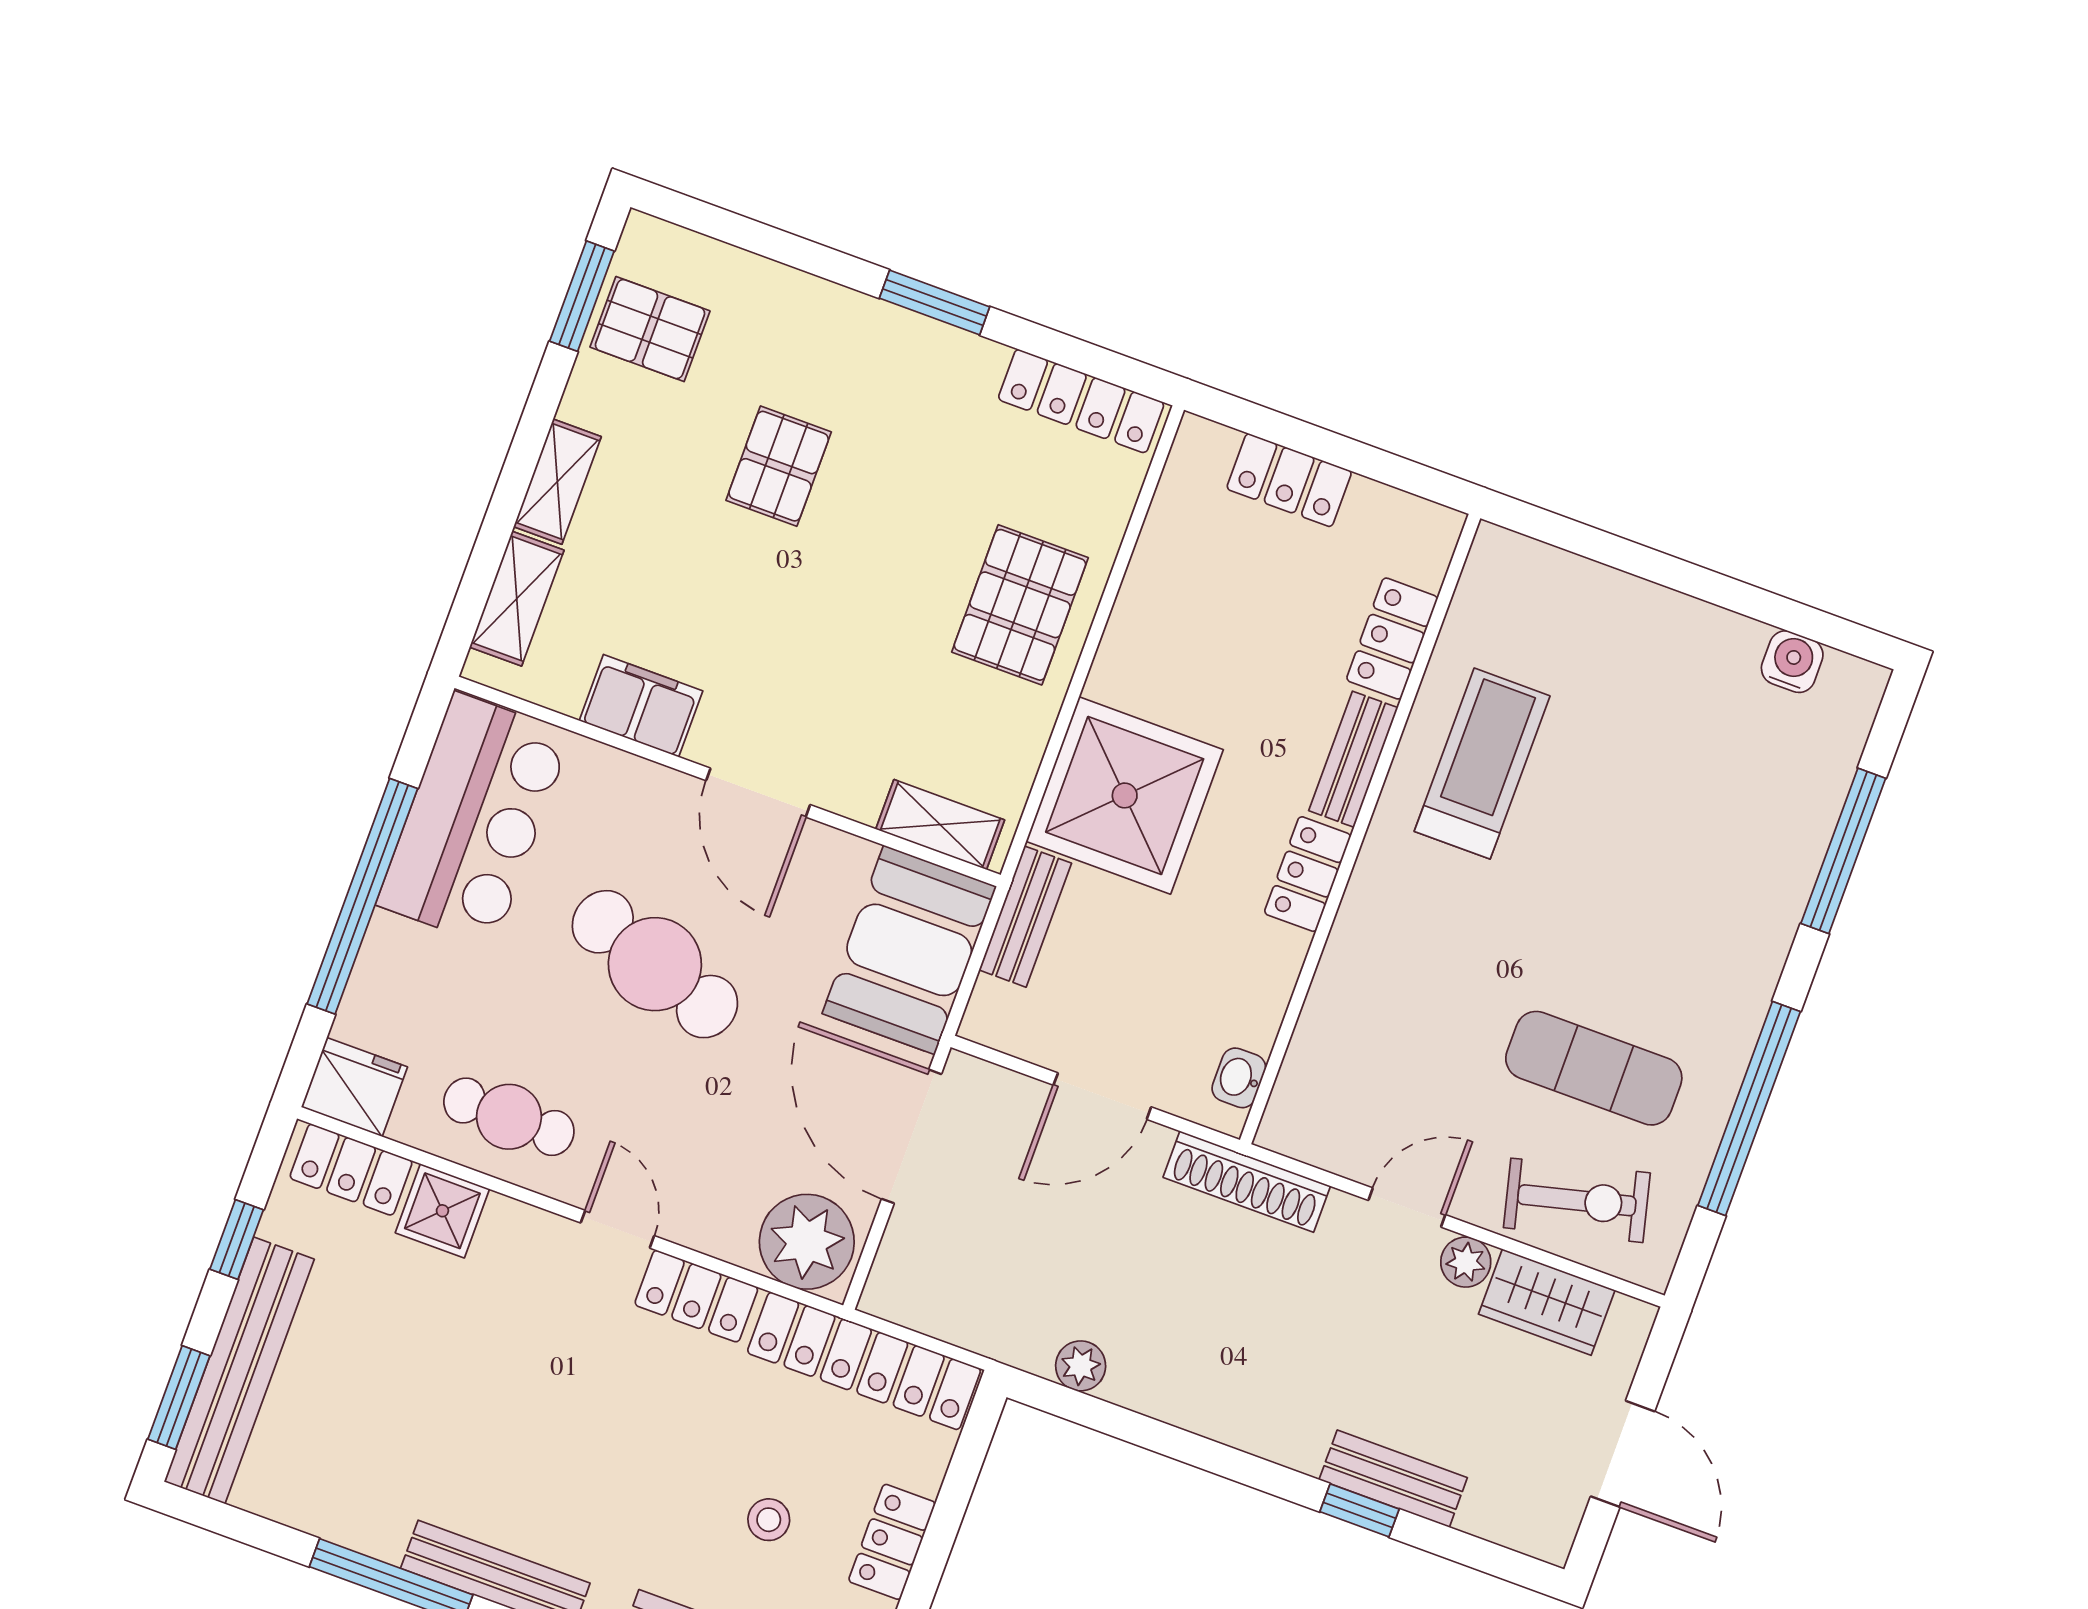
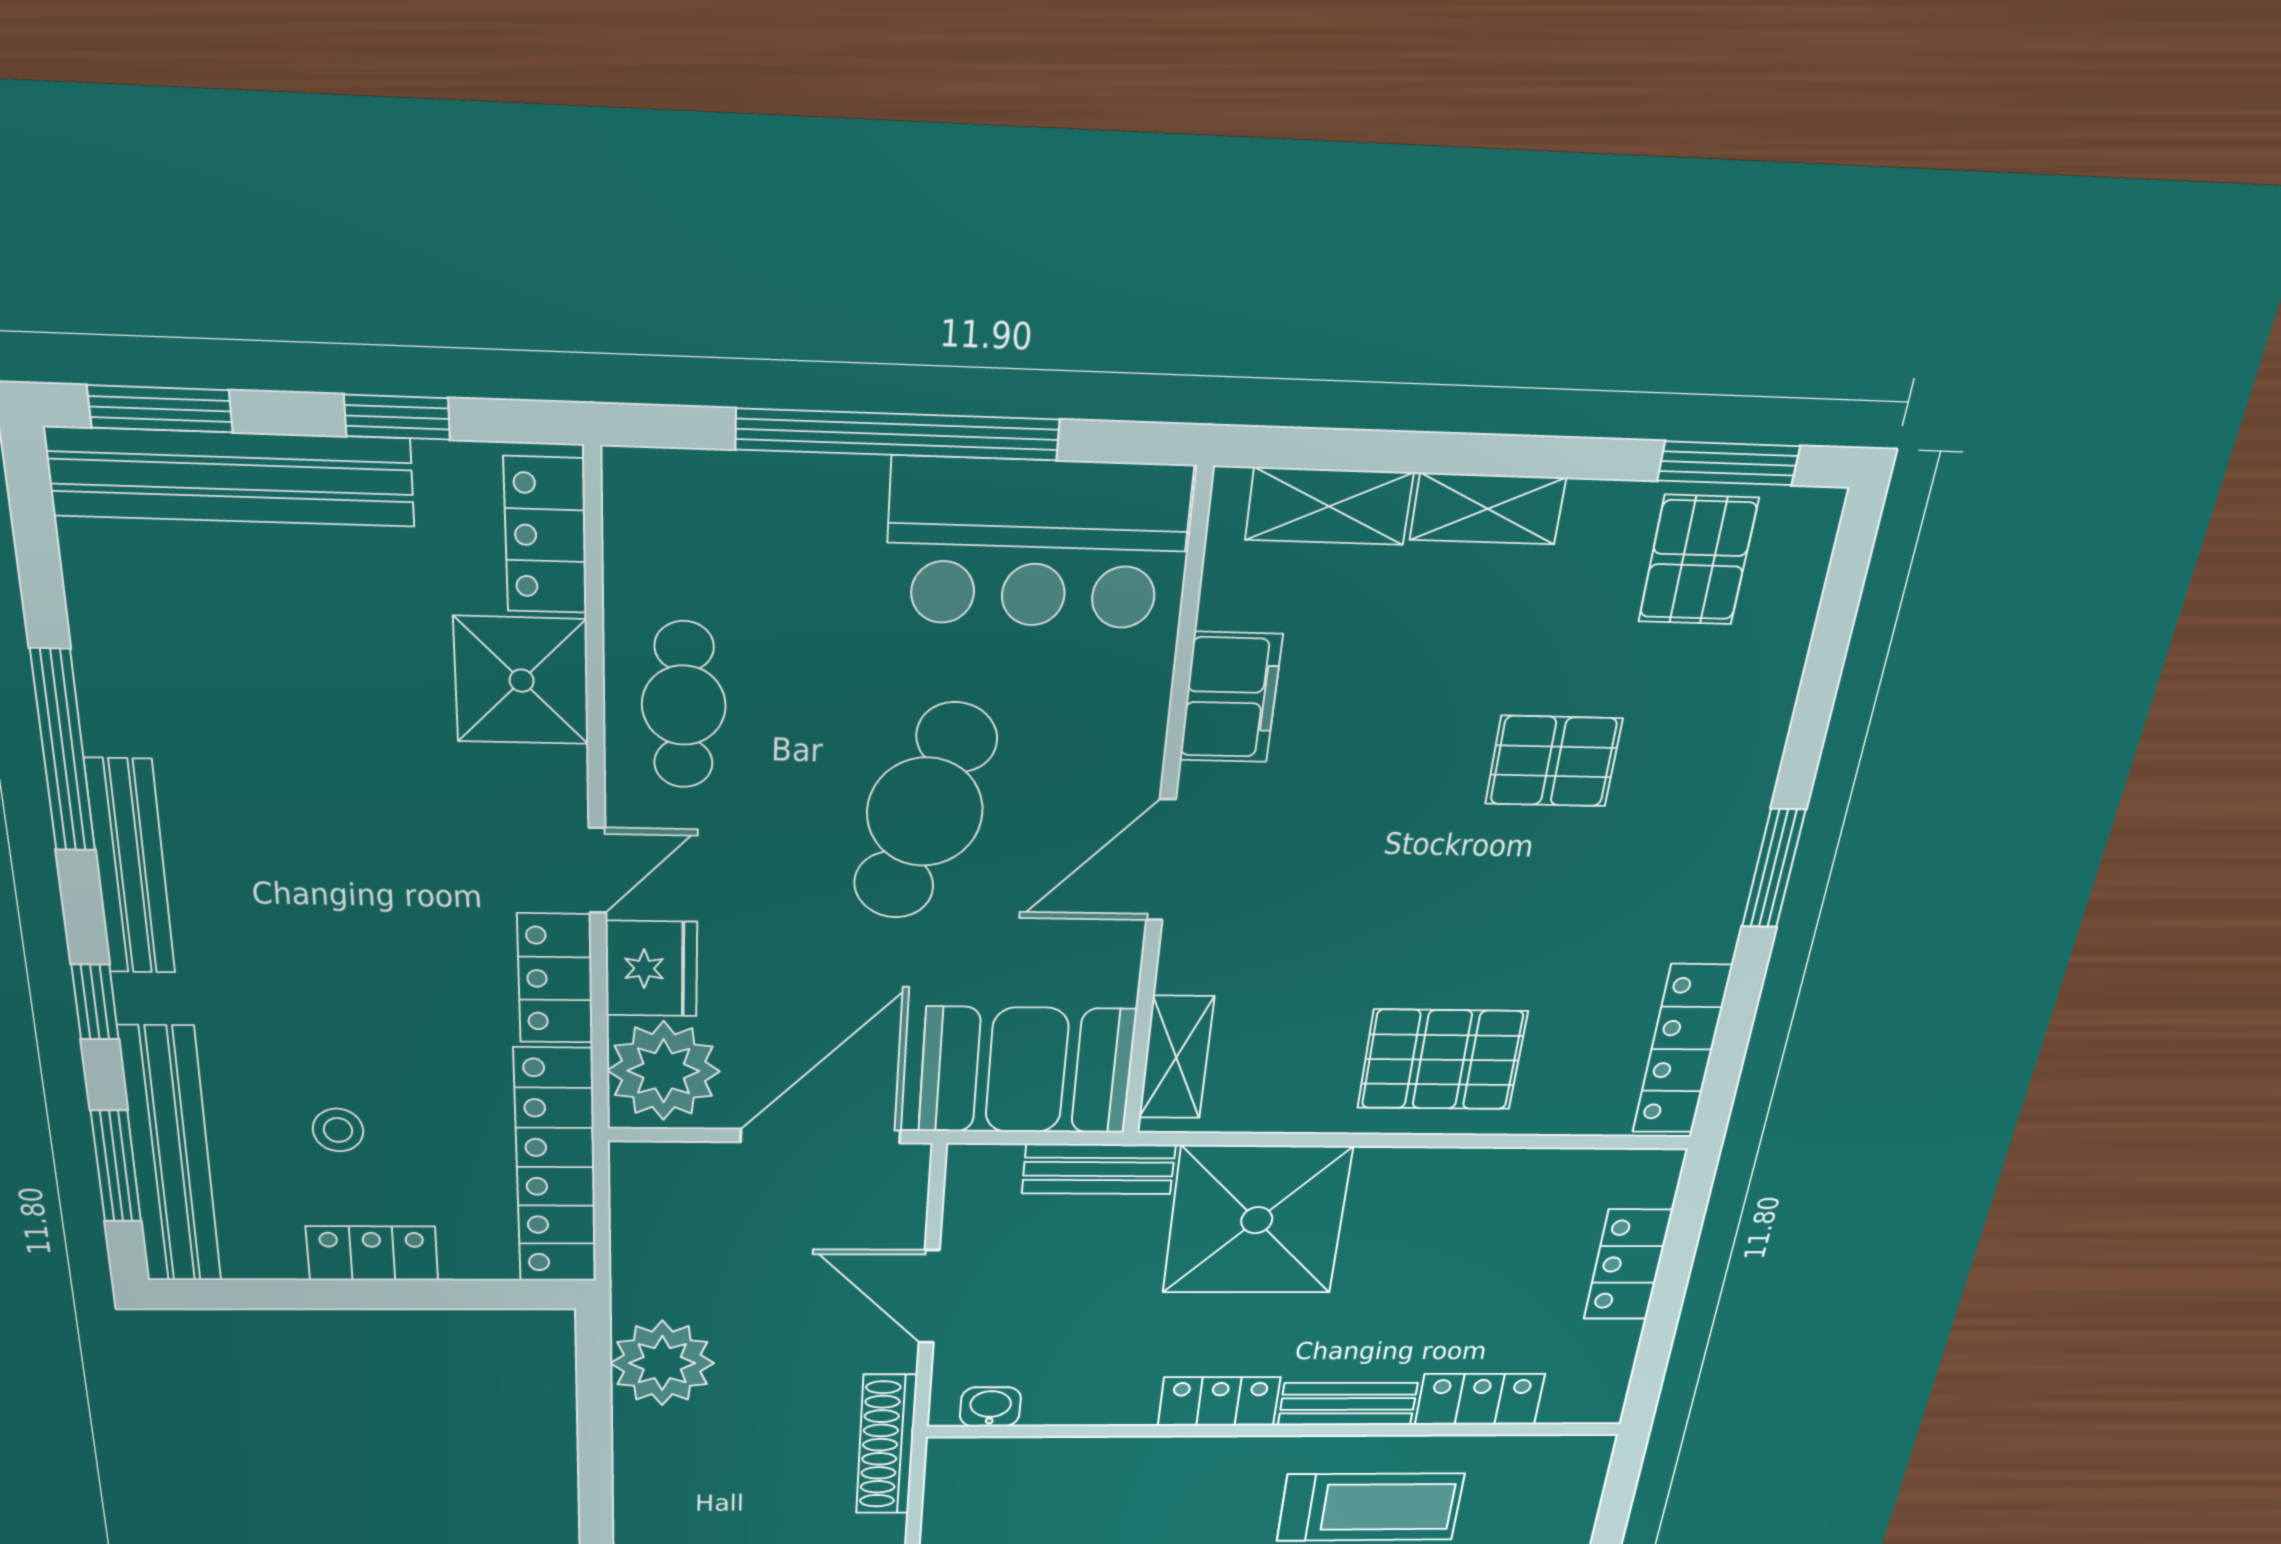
fridge: (354, 1087) -> (651, 969), moved
shower: (442, 1211) -> (522, 681), width x1.36, depth x1.36
plant: (1081, 1366) -> (662, 1363), width x1.87, depth x1.87

